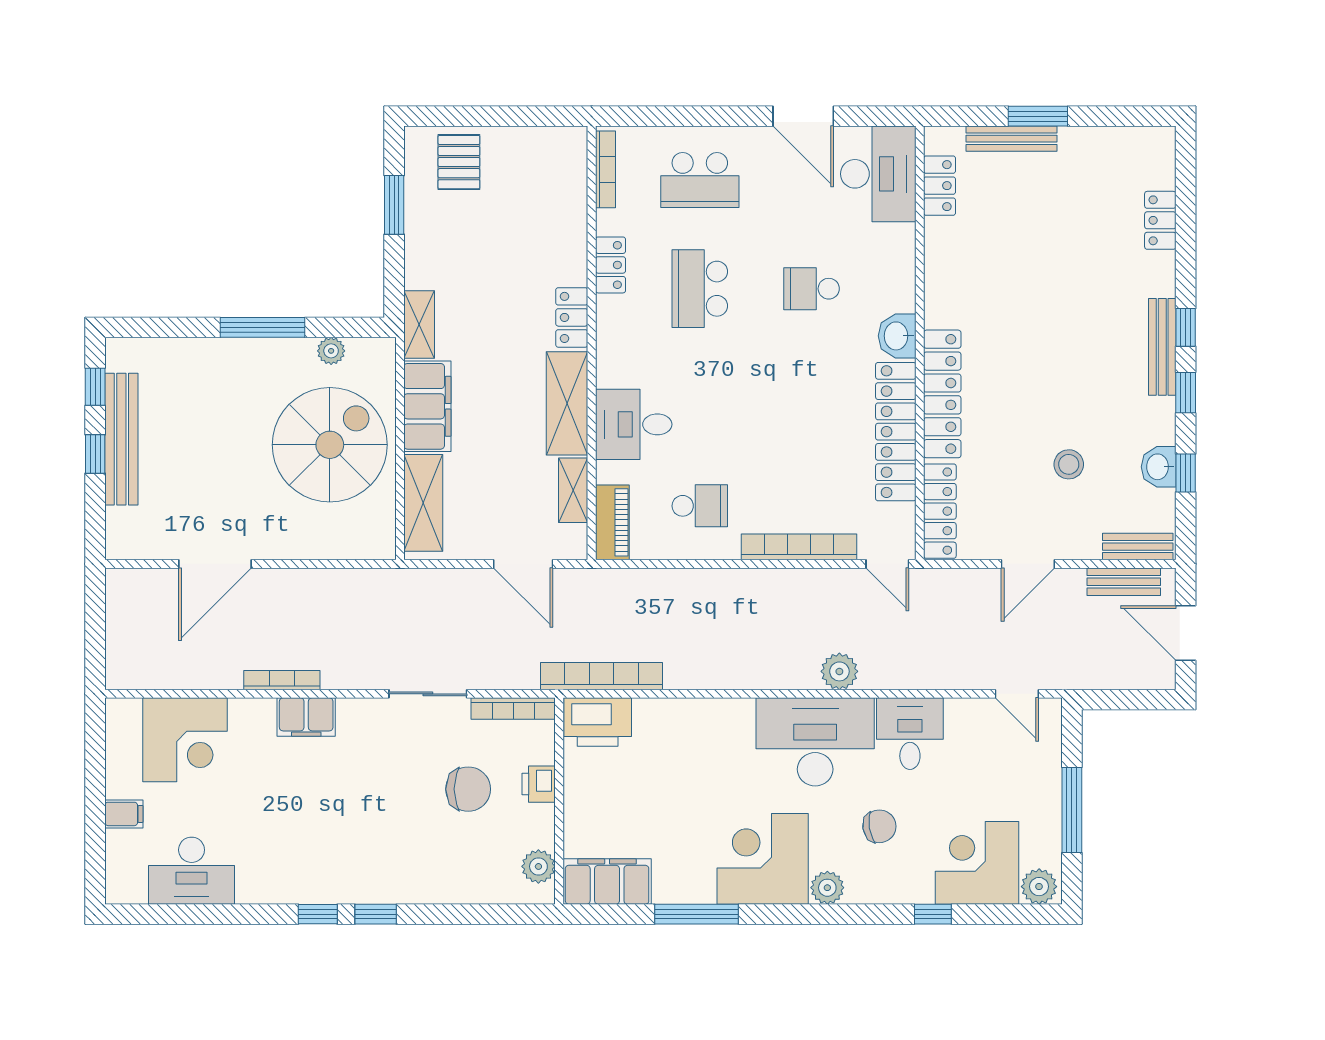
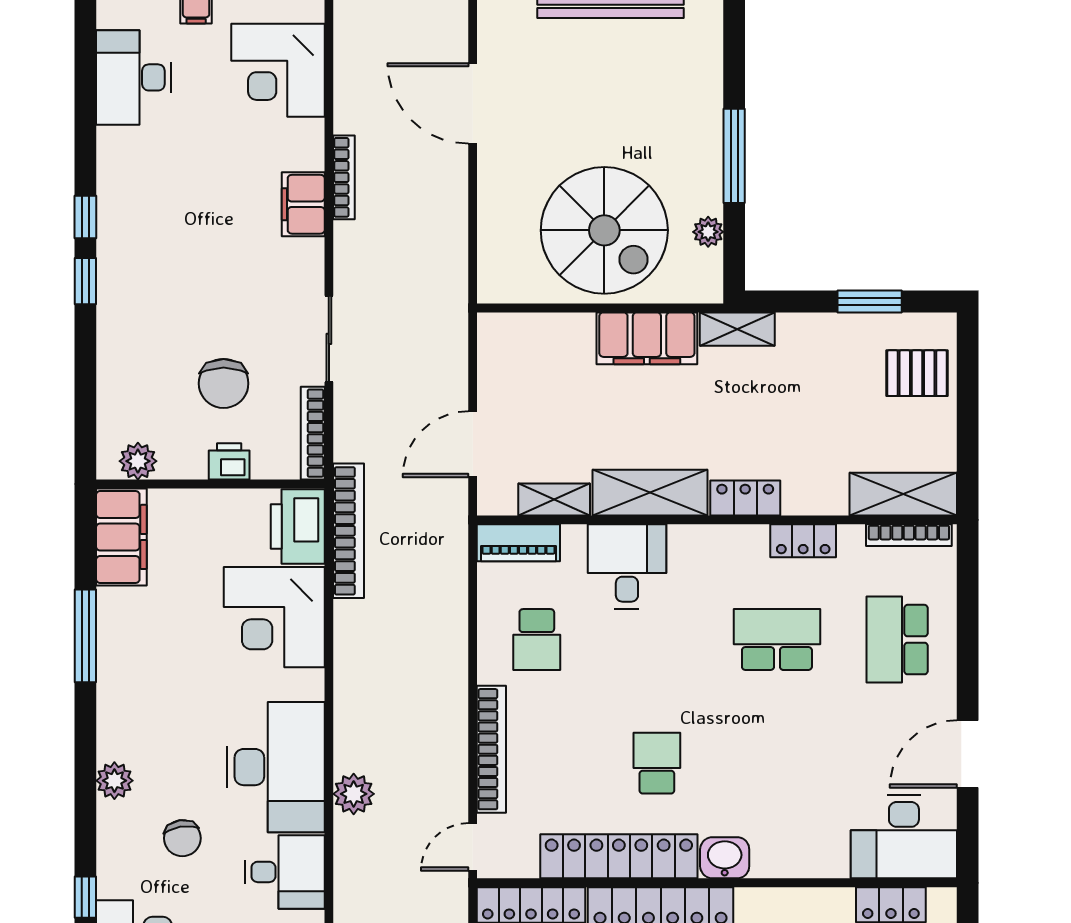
school desk: (812, 289) -> (657, 763), moved
shelving: (423, 503) -> (903, 494), moved
corner desk: (763, 859) -> (274, 617), moved, turned 180

